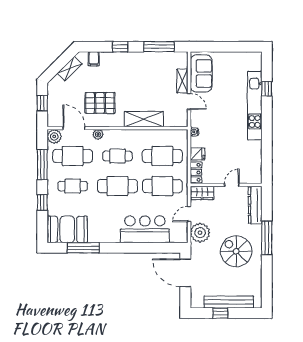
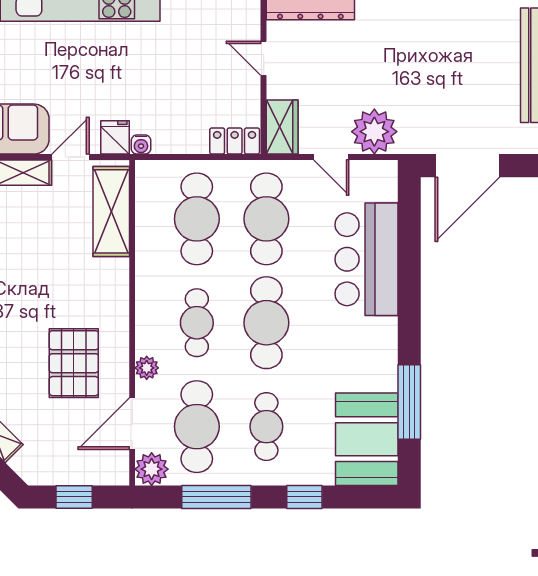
shelving: (144, 119) -> (111, 211), moved
fridge: (197, 154) -> (115, 137), moved
spiral stairs: (236, 251) -> (417, 48), removed

